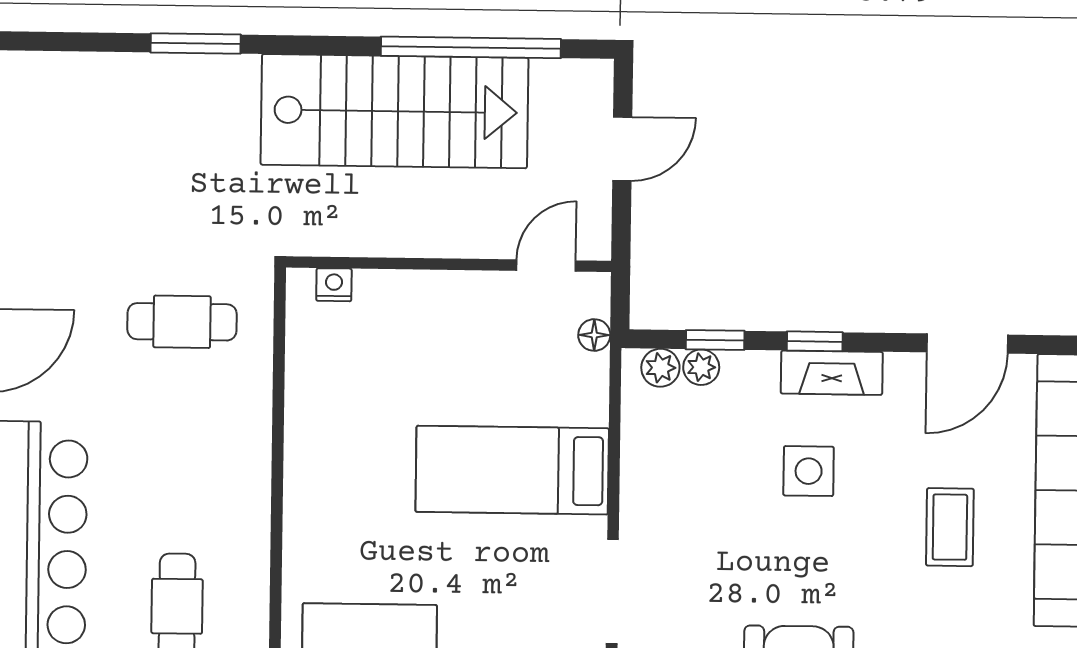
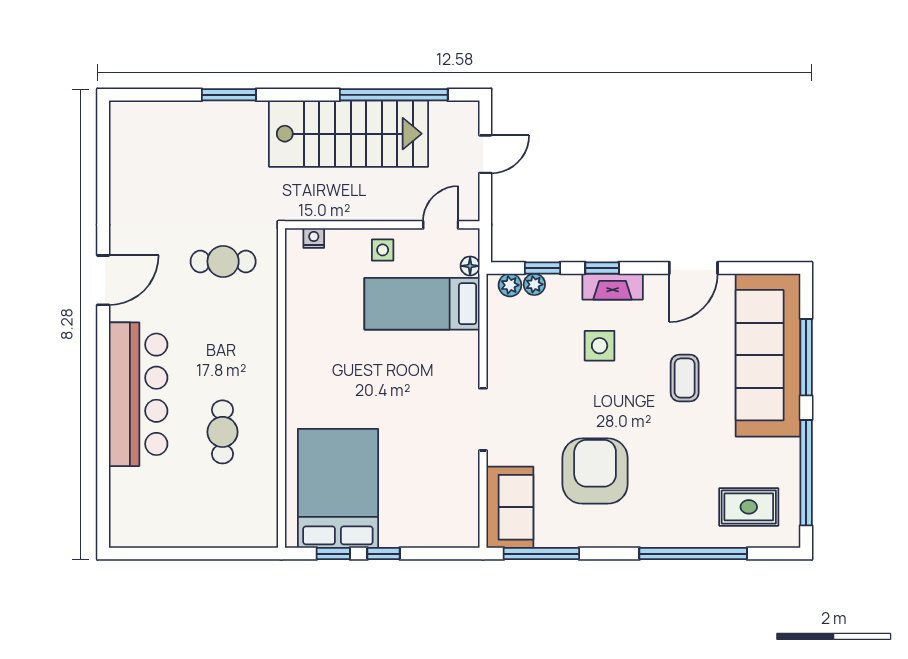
side table: (449, 306) -> (383, 250), added
bed: (512, 470) -> (422, 304), moved

